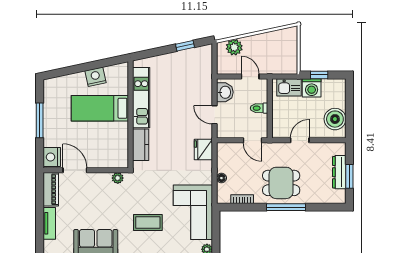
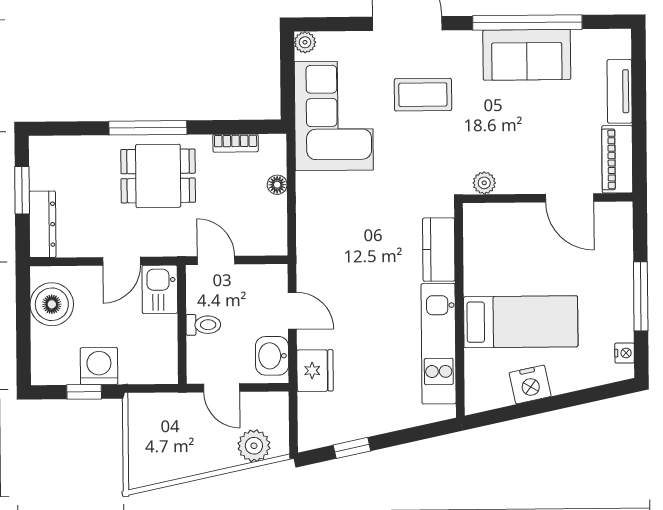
kitchen sink: (289, 87) -> (160, 289), moved, turned -90
fridge: (203, 150) -> (315, 371), moved
nightstand: (52, 157) -> (625, 353), moved, width x0.53, depth x0.56
dresser: (339, 172) -> (42, 224), moved

